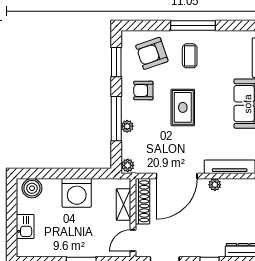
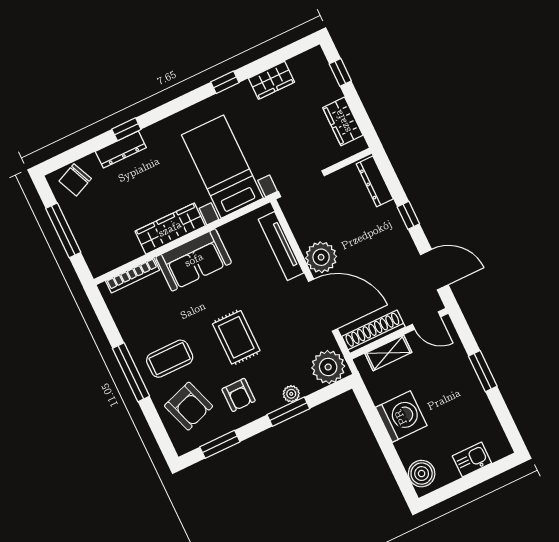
coffee table: (190, 56) -> (170, 359), width x1.36, depth x1.30
rug: (183, 107) -> (236, 337), turned 90
window: (116, 119) -> (288, 412), width x0.69
plant: (128, 165) -> (328, 367), width x1.88, depth x1.88
plant: (215, 185) -> (321, 257), width x1.87, depth x1.87

